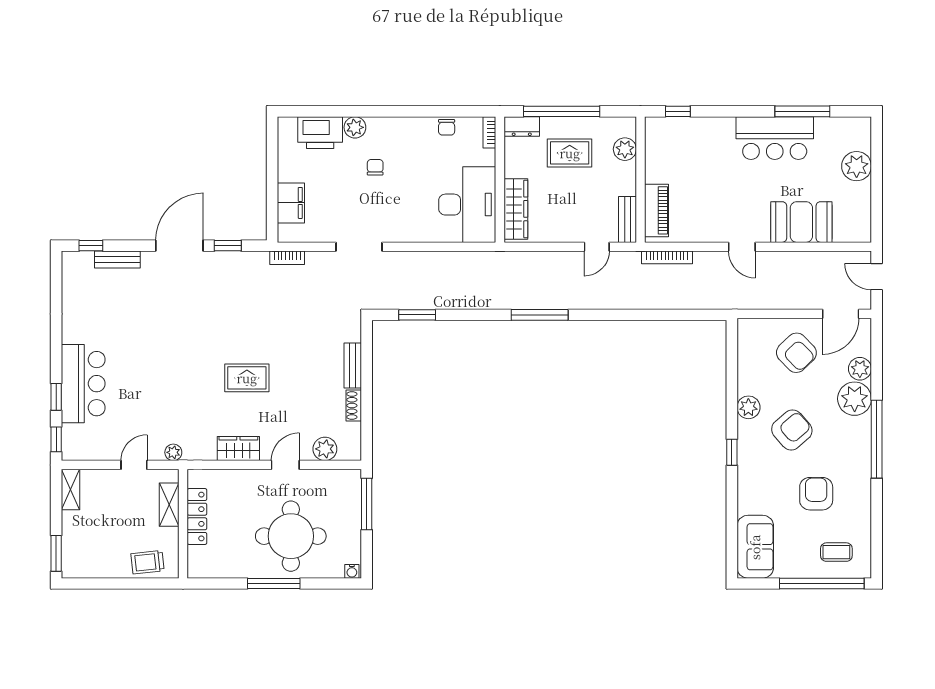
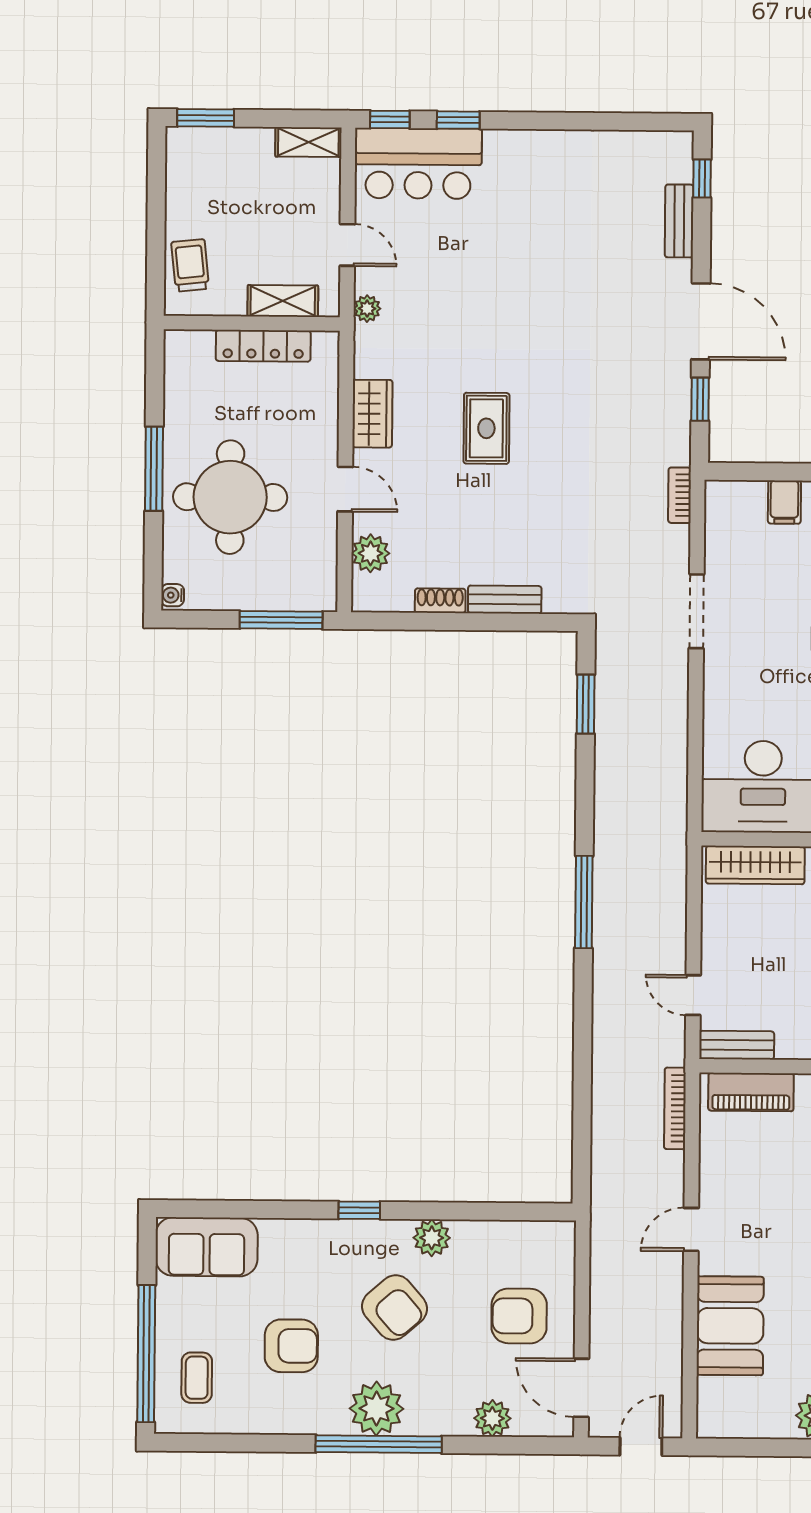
filing cabinet: (291, 203) -> (784, 502), width x0.50
armchair: (796, 353) -> (519, 1316), turned 44
bar counter: (83, 384) -> (418, 163), moved
plant: (855, 399) -> (376, 1409), moved

